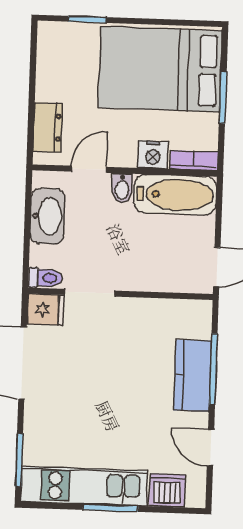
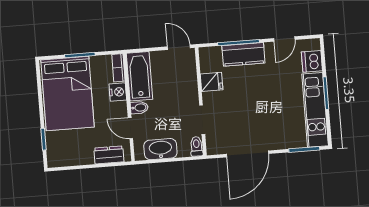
fridge: (45, 309) -> (212, 82), moved, turned 90

